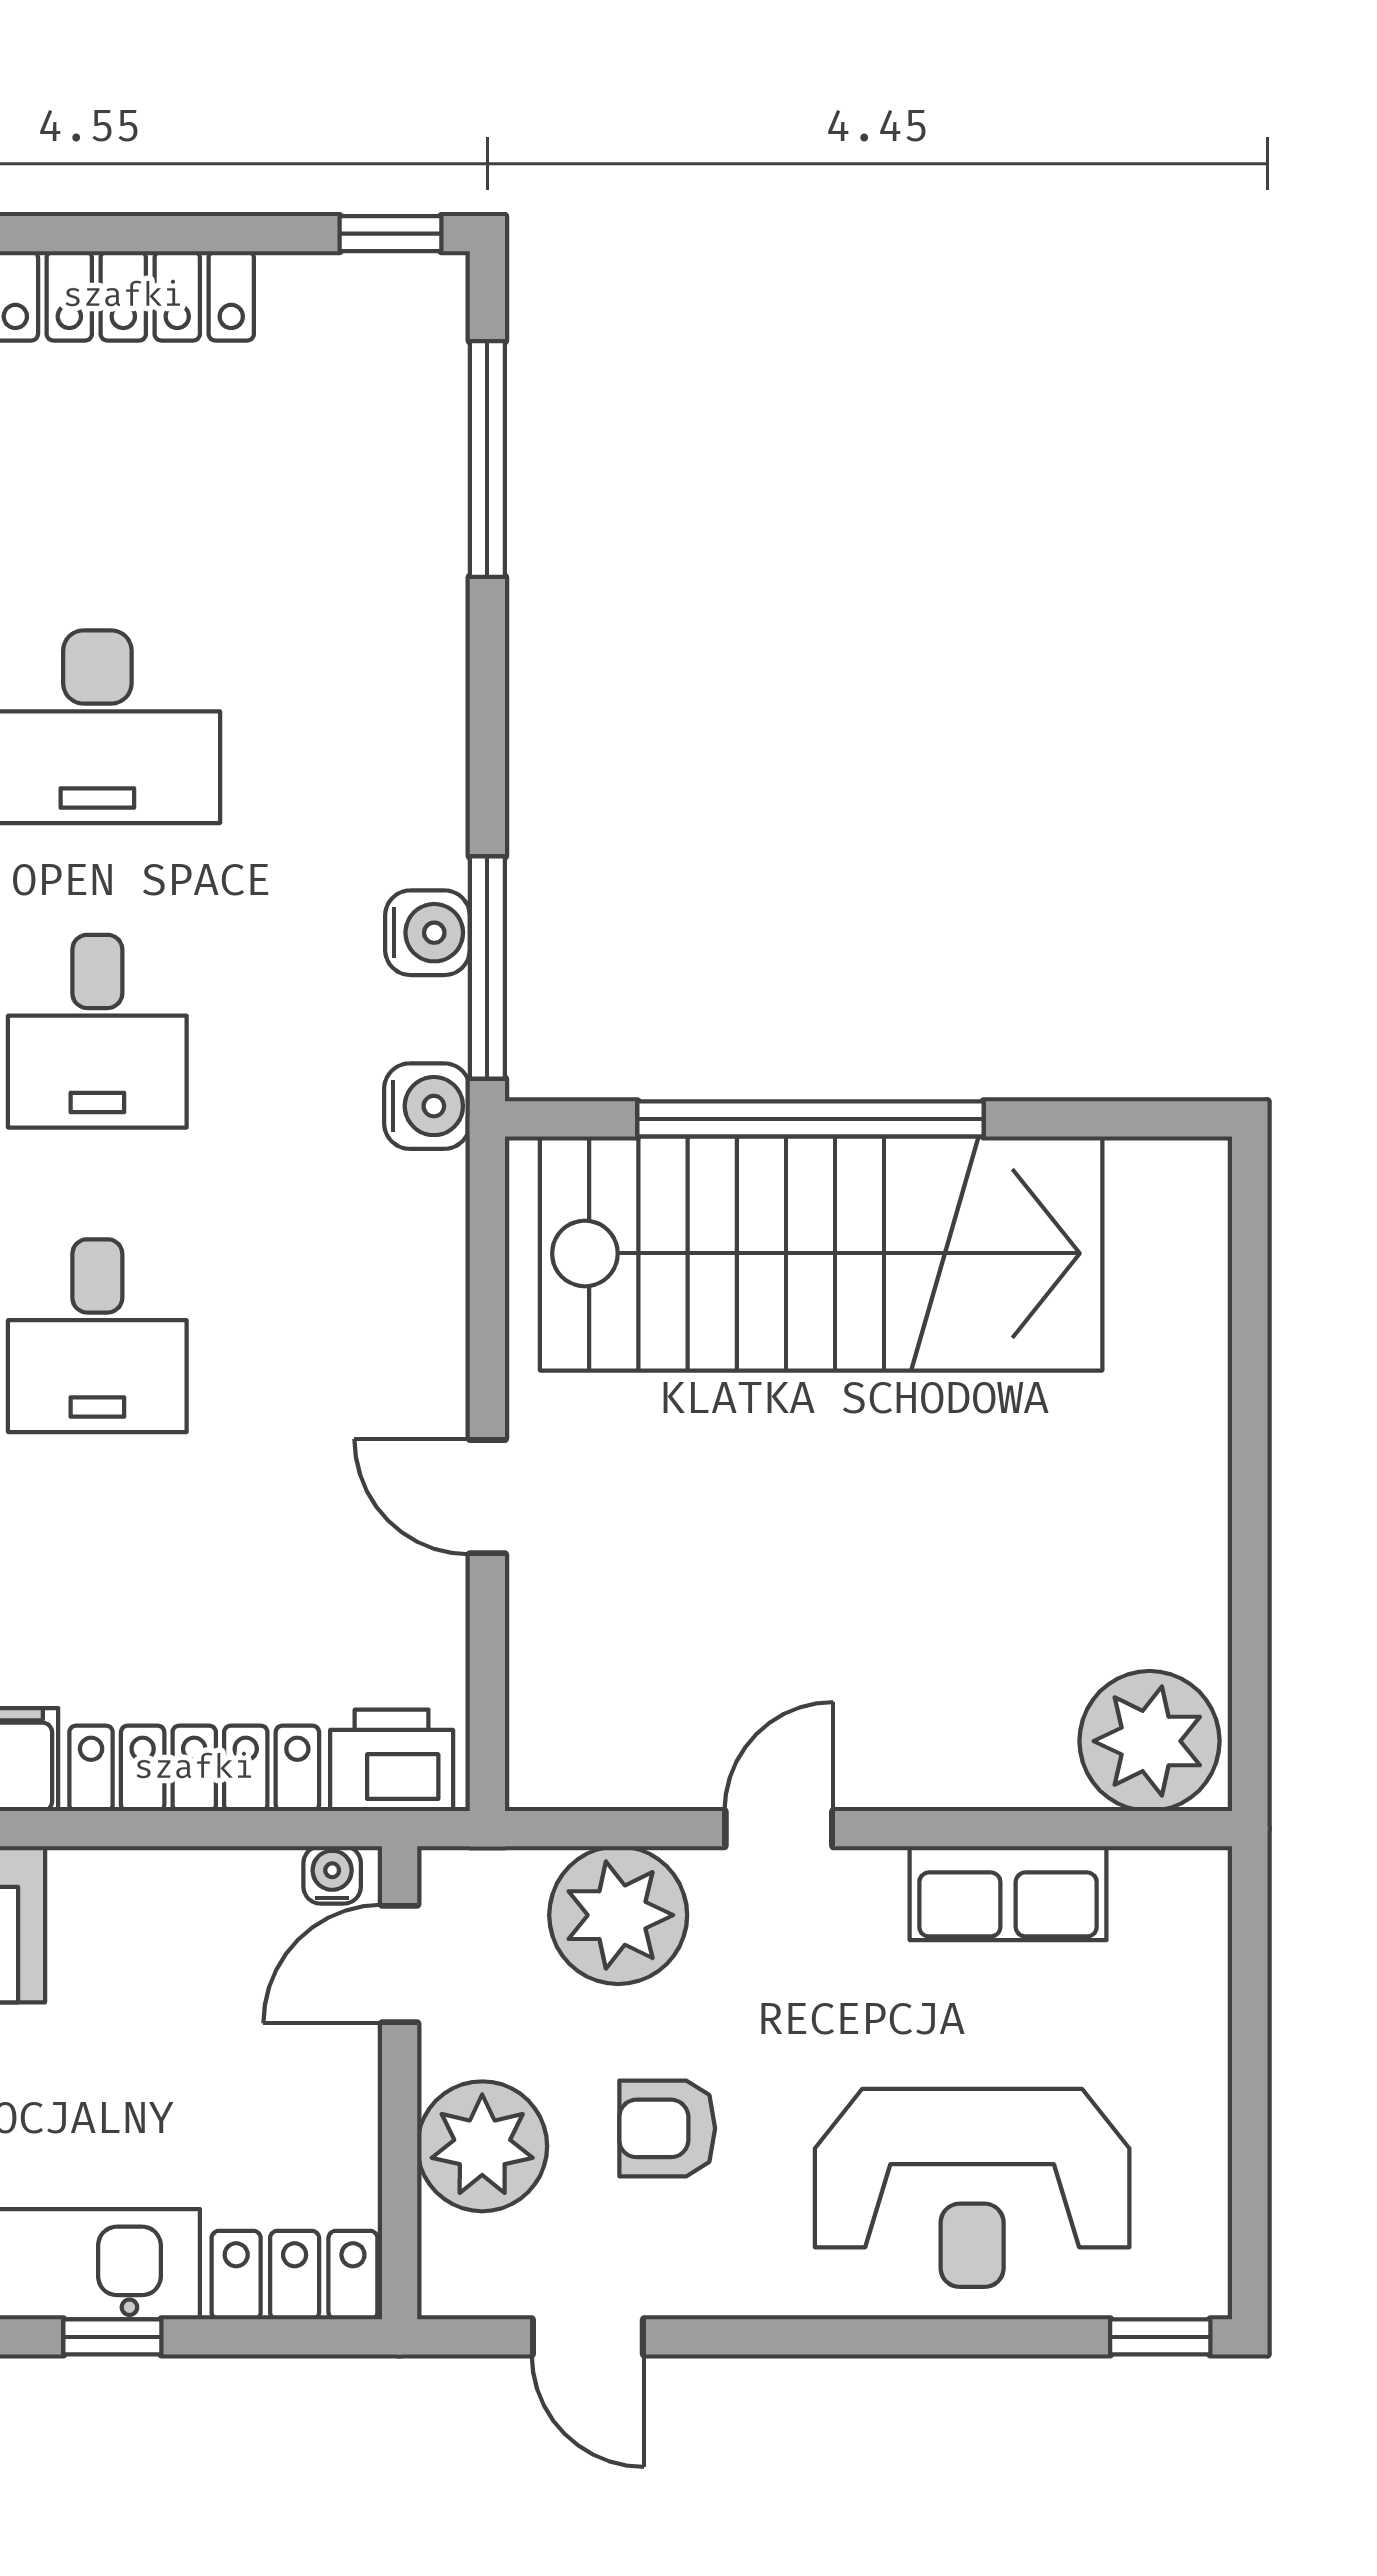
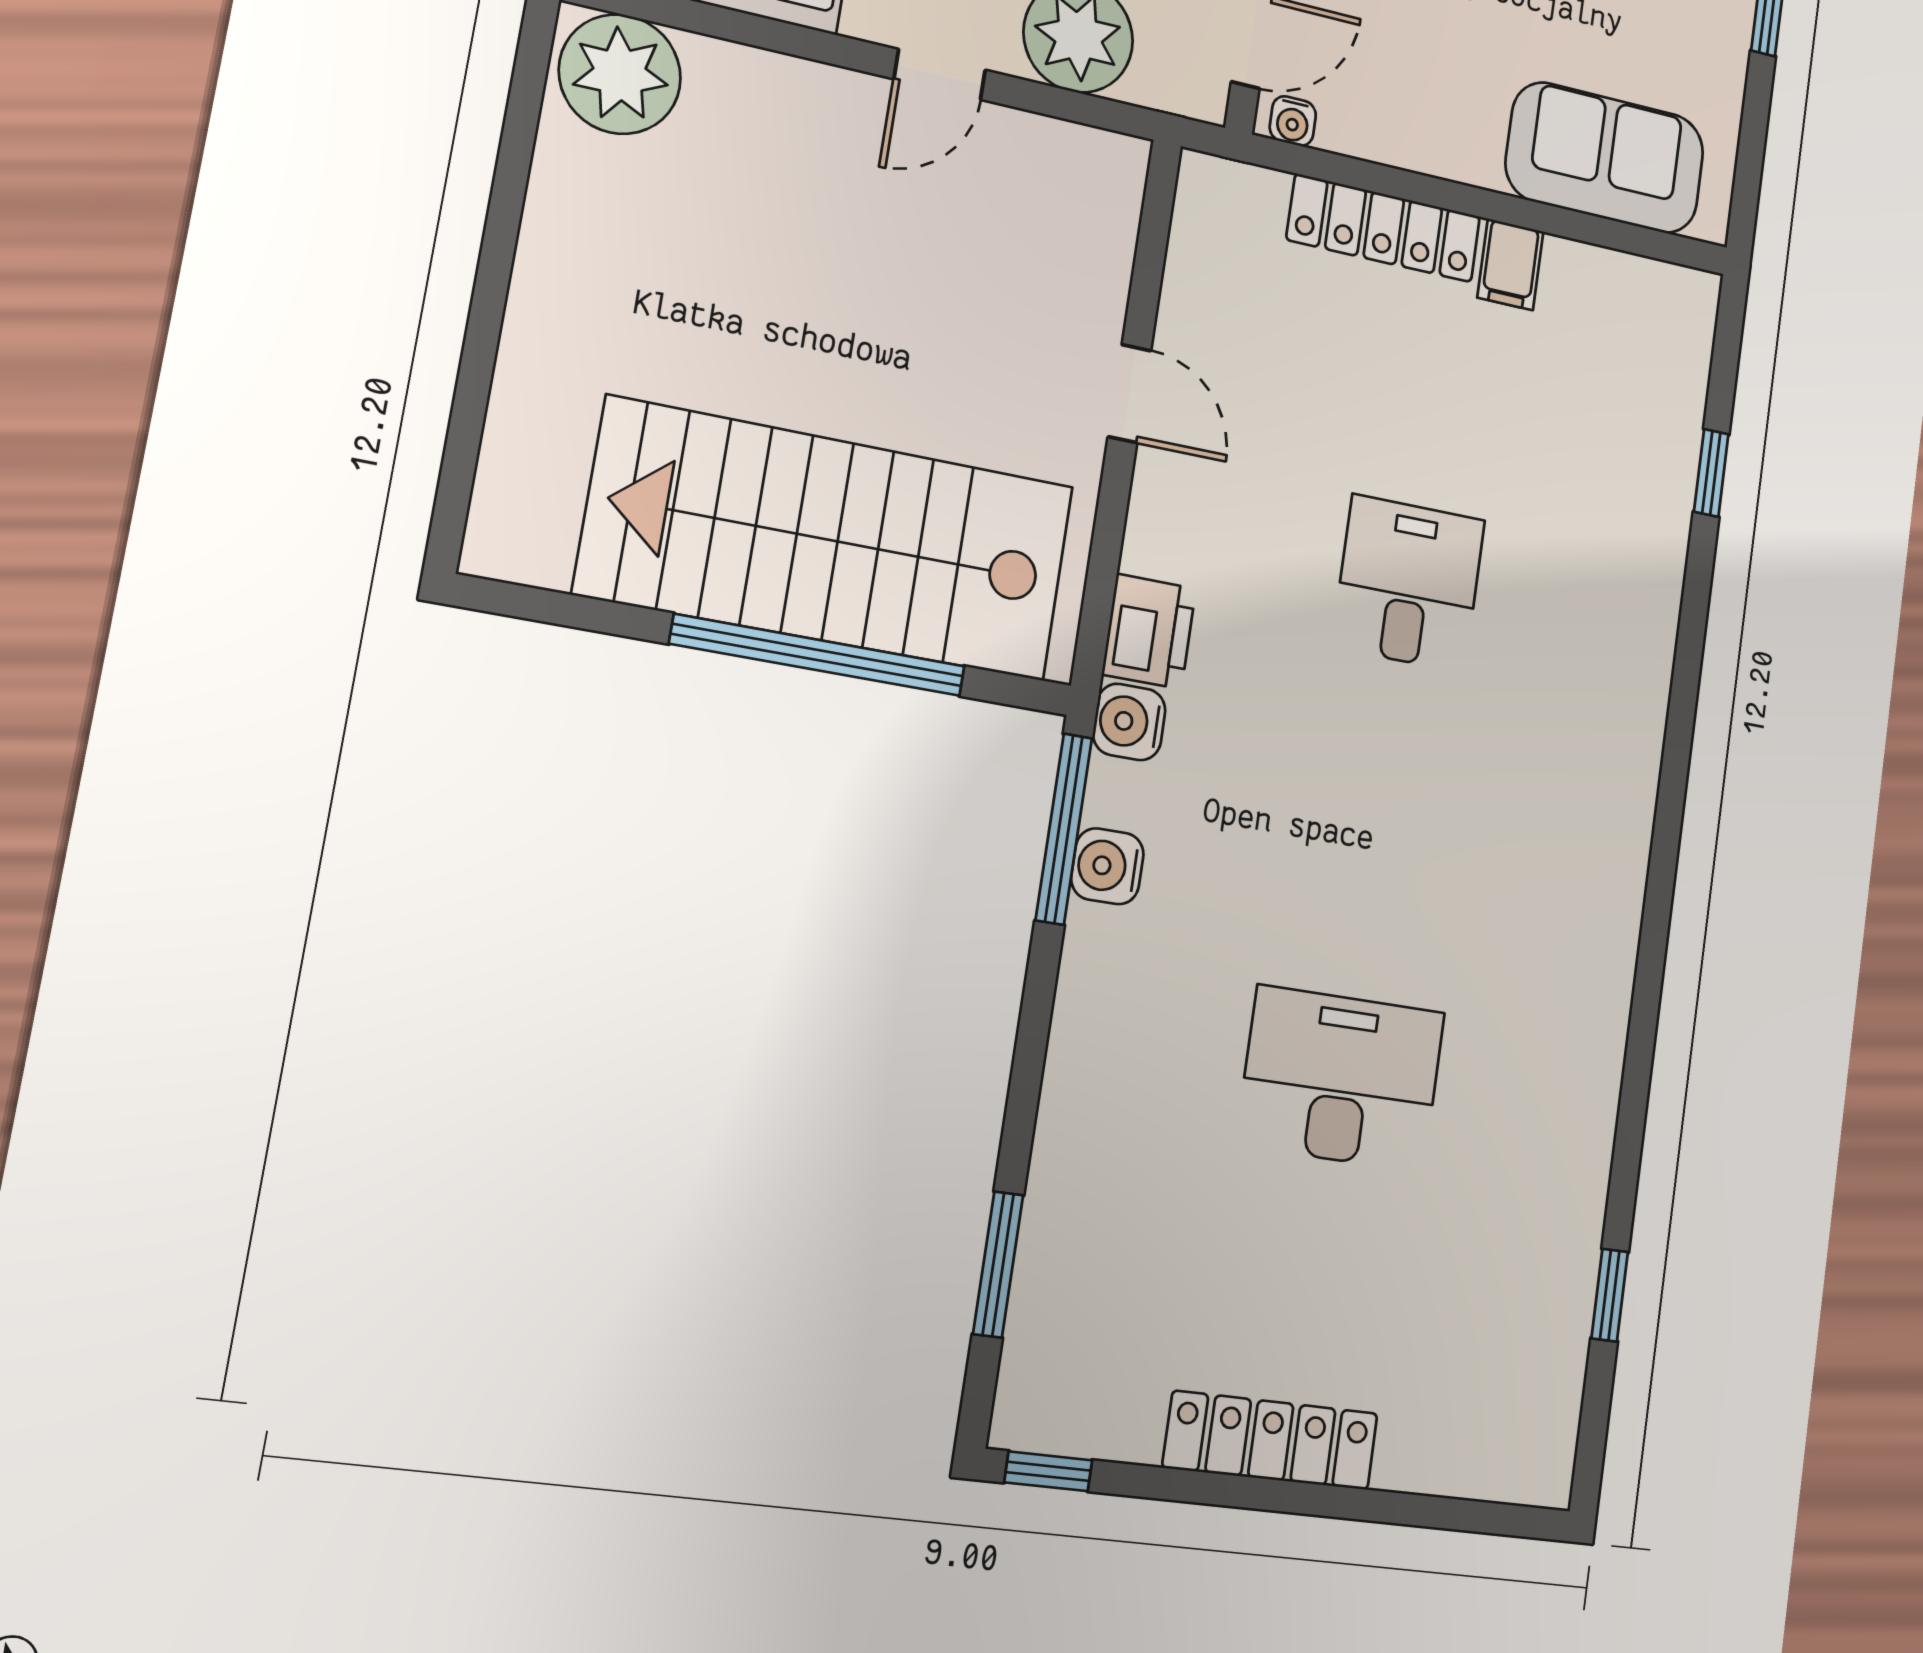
window: (487, 459) -> (998, 1264), width x0.69
desk: (97, 1031) -> (1375, 828), removed
printer: (392, 1760) -> (1149, 631), moved, turned -90

